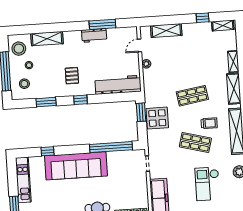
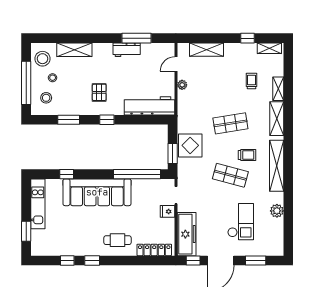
trolley: (209, 56) -> (251, 81), added
window: (141, 112) -> (173, 153), moved
fridge: (141, 179) -> (167, 211), added
checkout: (207, 184) -> (241, 222), turned 180

